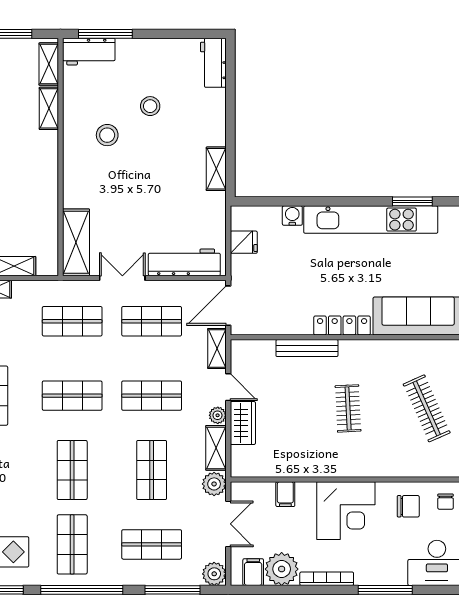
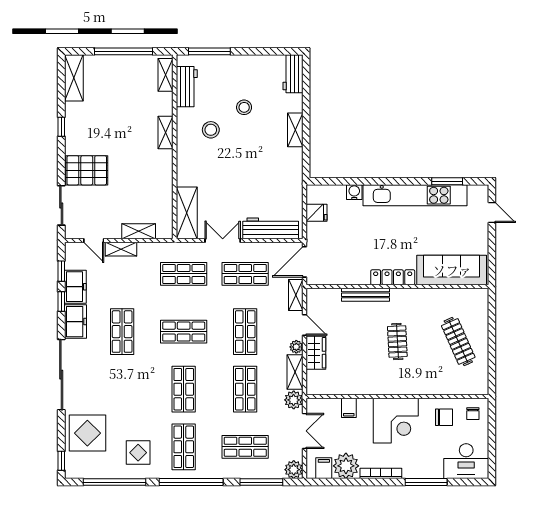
workbench: (89, 52) -> (187, 87), moved, turned -90
shelving: (49, 108) -> (166, 133), moved
shelving: (216, 169) -> (295, 130), moved
shop shelf: (152, 396) -> (245, 332), turned 90

